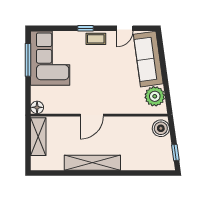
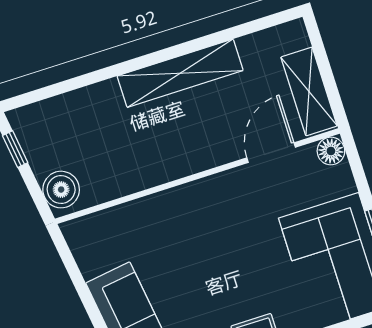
plant: (155, 96) -> (95, 252), removed
door: (92, 115) -> (271, 153), moved

